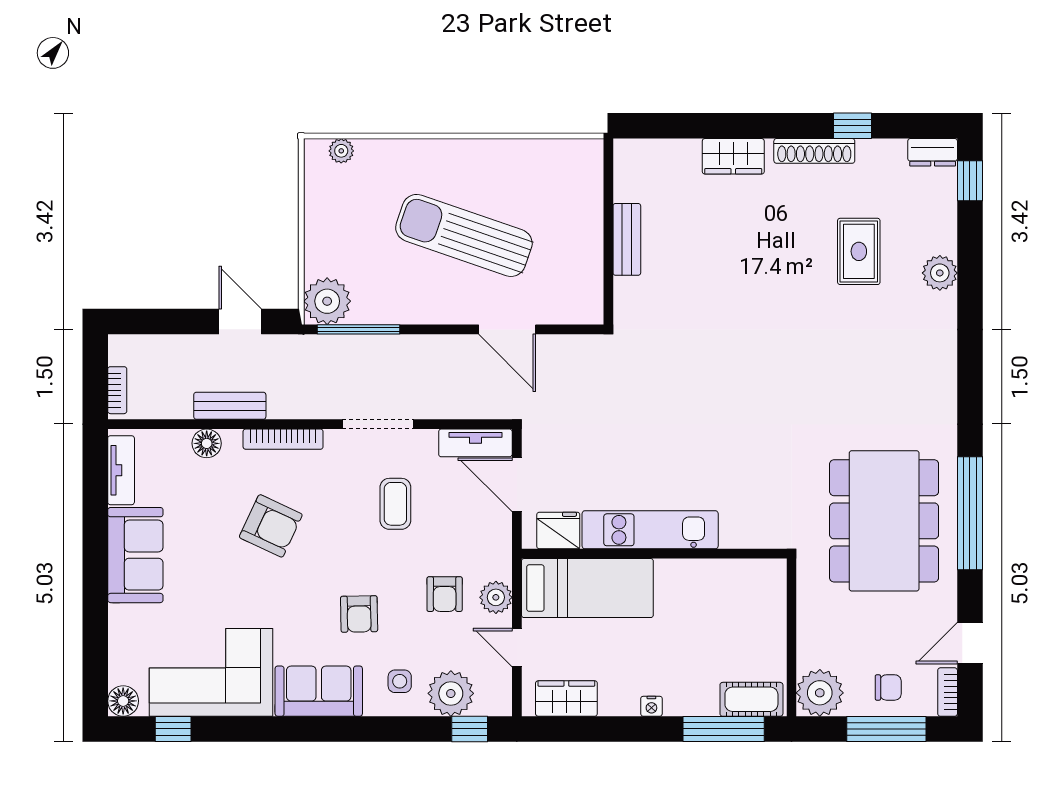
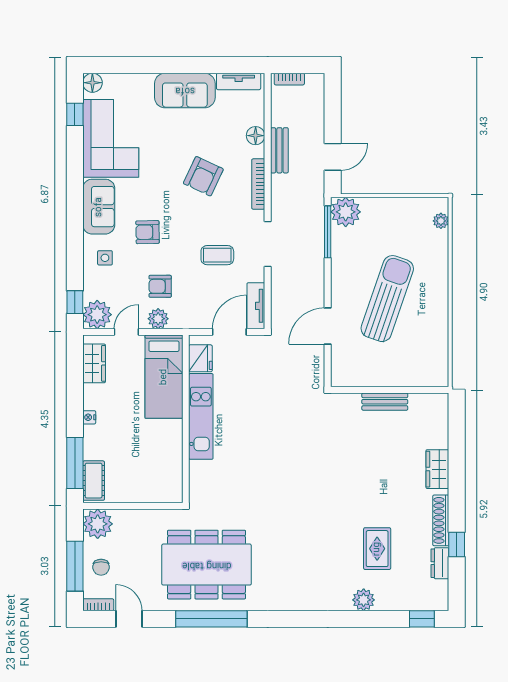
dresser: (933, 152) -> (440, 563), moved
rug: (859, 251) -> (377, 549), turned 90
plant: (451, 693) -> (97, 315), moved

